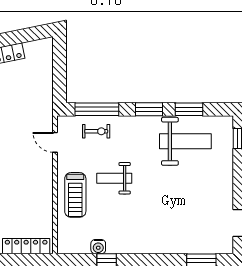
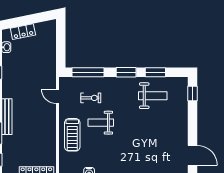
exercise bike: (96, 131) -> (91, 98), moved
weight bench: (185, 141) -> (153, 96), width x0.73, depth x0.75

